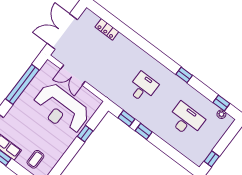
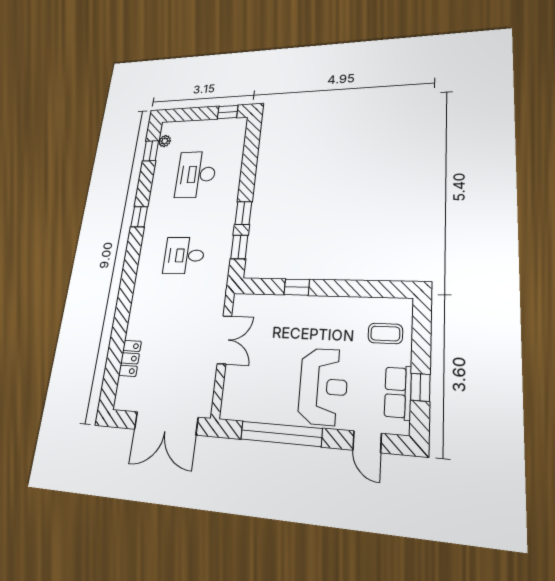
double door: (73, 75) -> (224, 340), moved
reception desk: (61, 109) -> (323, 386), moved, width x0.74, depth x0.77

